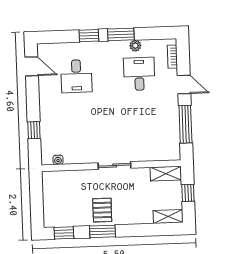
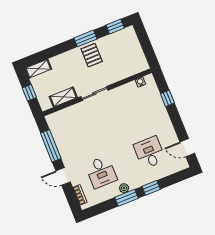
plant: (135, 46) -> (124, 188), moved
shelving: (166, 174) -> (63, 97), moved

